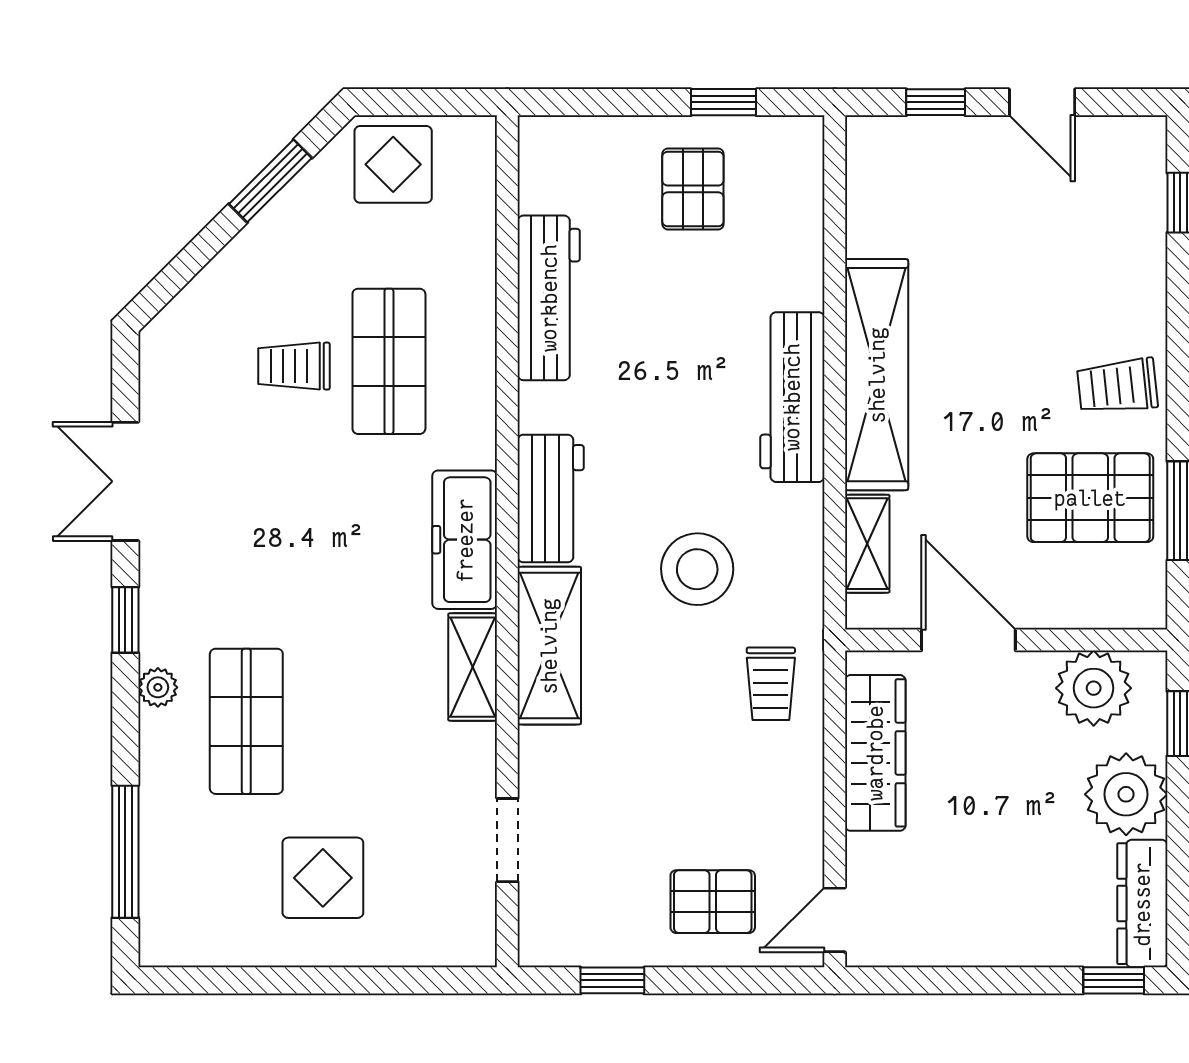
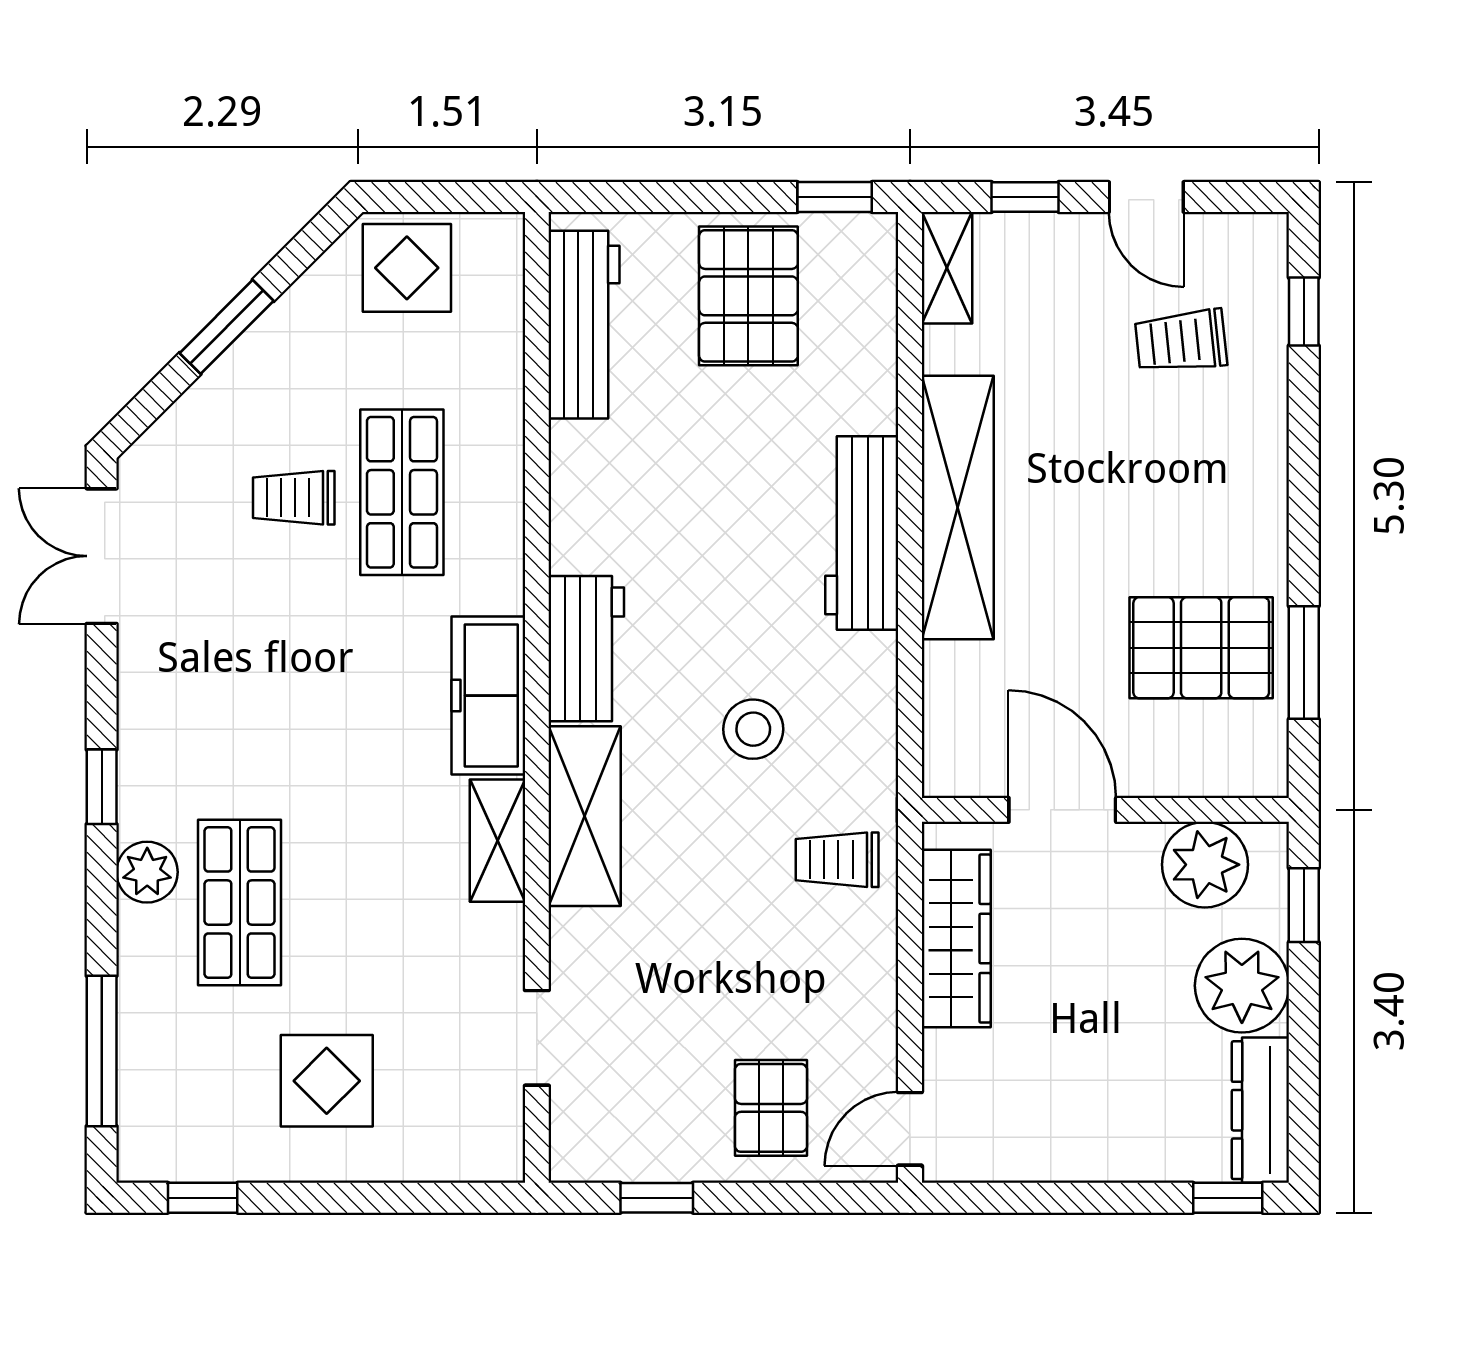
window: (724, 102) -> (835, 197), moved
window: (270, 181) -> (227, 327), moved
pallet: (693, 189) -> (748, 296), width x1.50, depth x1.42
workbench: (549, 298) -> (584, 325), moved
trolley: (1117, 386) -> (1181, 341), moved
double door: (125, 481) -> (102, 556), moved
shelving: (867, 544) -> (947, 268), moved
stool: (697, 569) -> (753, 729), width x0.73, depth x0.73
trolley: (771, 684) -> (837, 860), turned 90
plant: (158, 687) -> (147, 872), width x1.38, depth x1.38
pallet: (713, 902) -> (771, 1108), turned 90
window: (214, 980) -> (203, 1198), added

